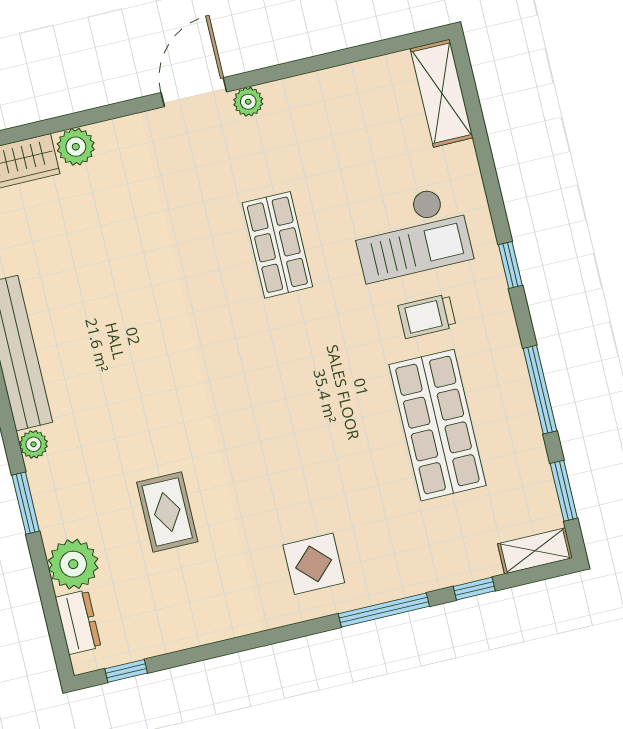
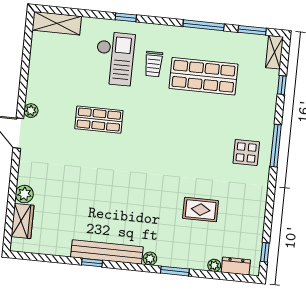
window: (510, 265) -> (126, 17), moved
plant: (73, 564) -> (214, 265), width x0.53, depth x0.53
window: (384, 610) -> (276, 146), moved

